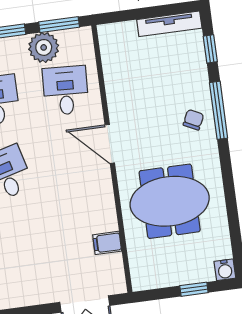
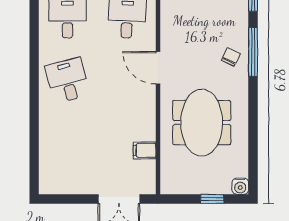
meeting table: (170, 201) -> (202, 123), turned 90

